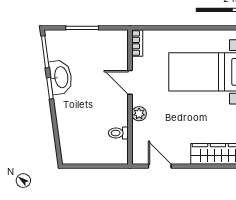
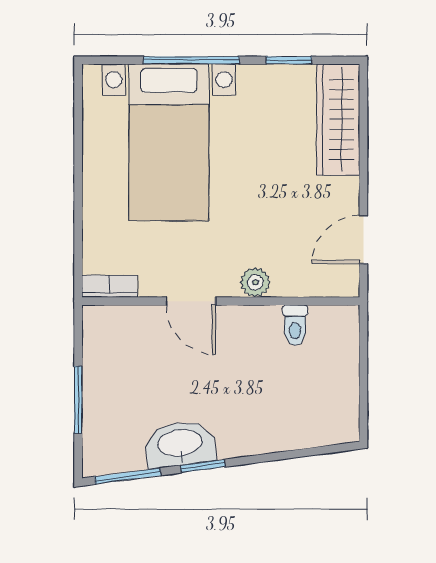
door: (130, 82) -> (191, 301), hinge flipped

